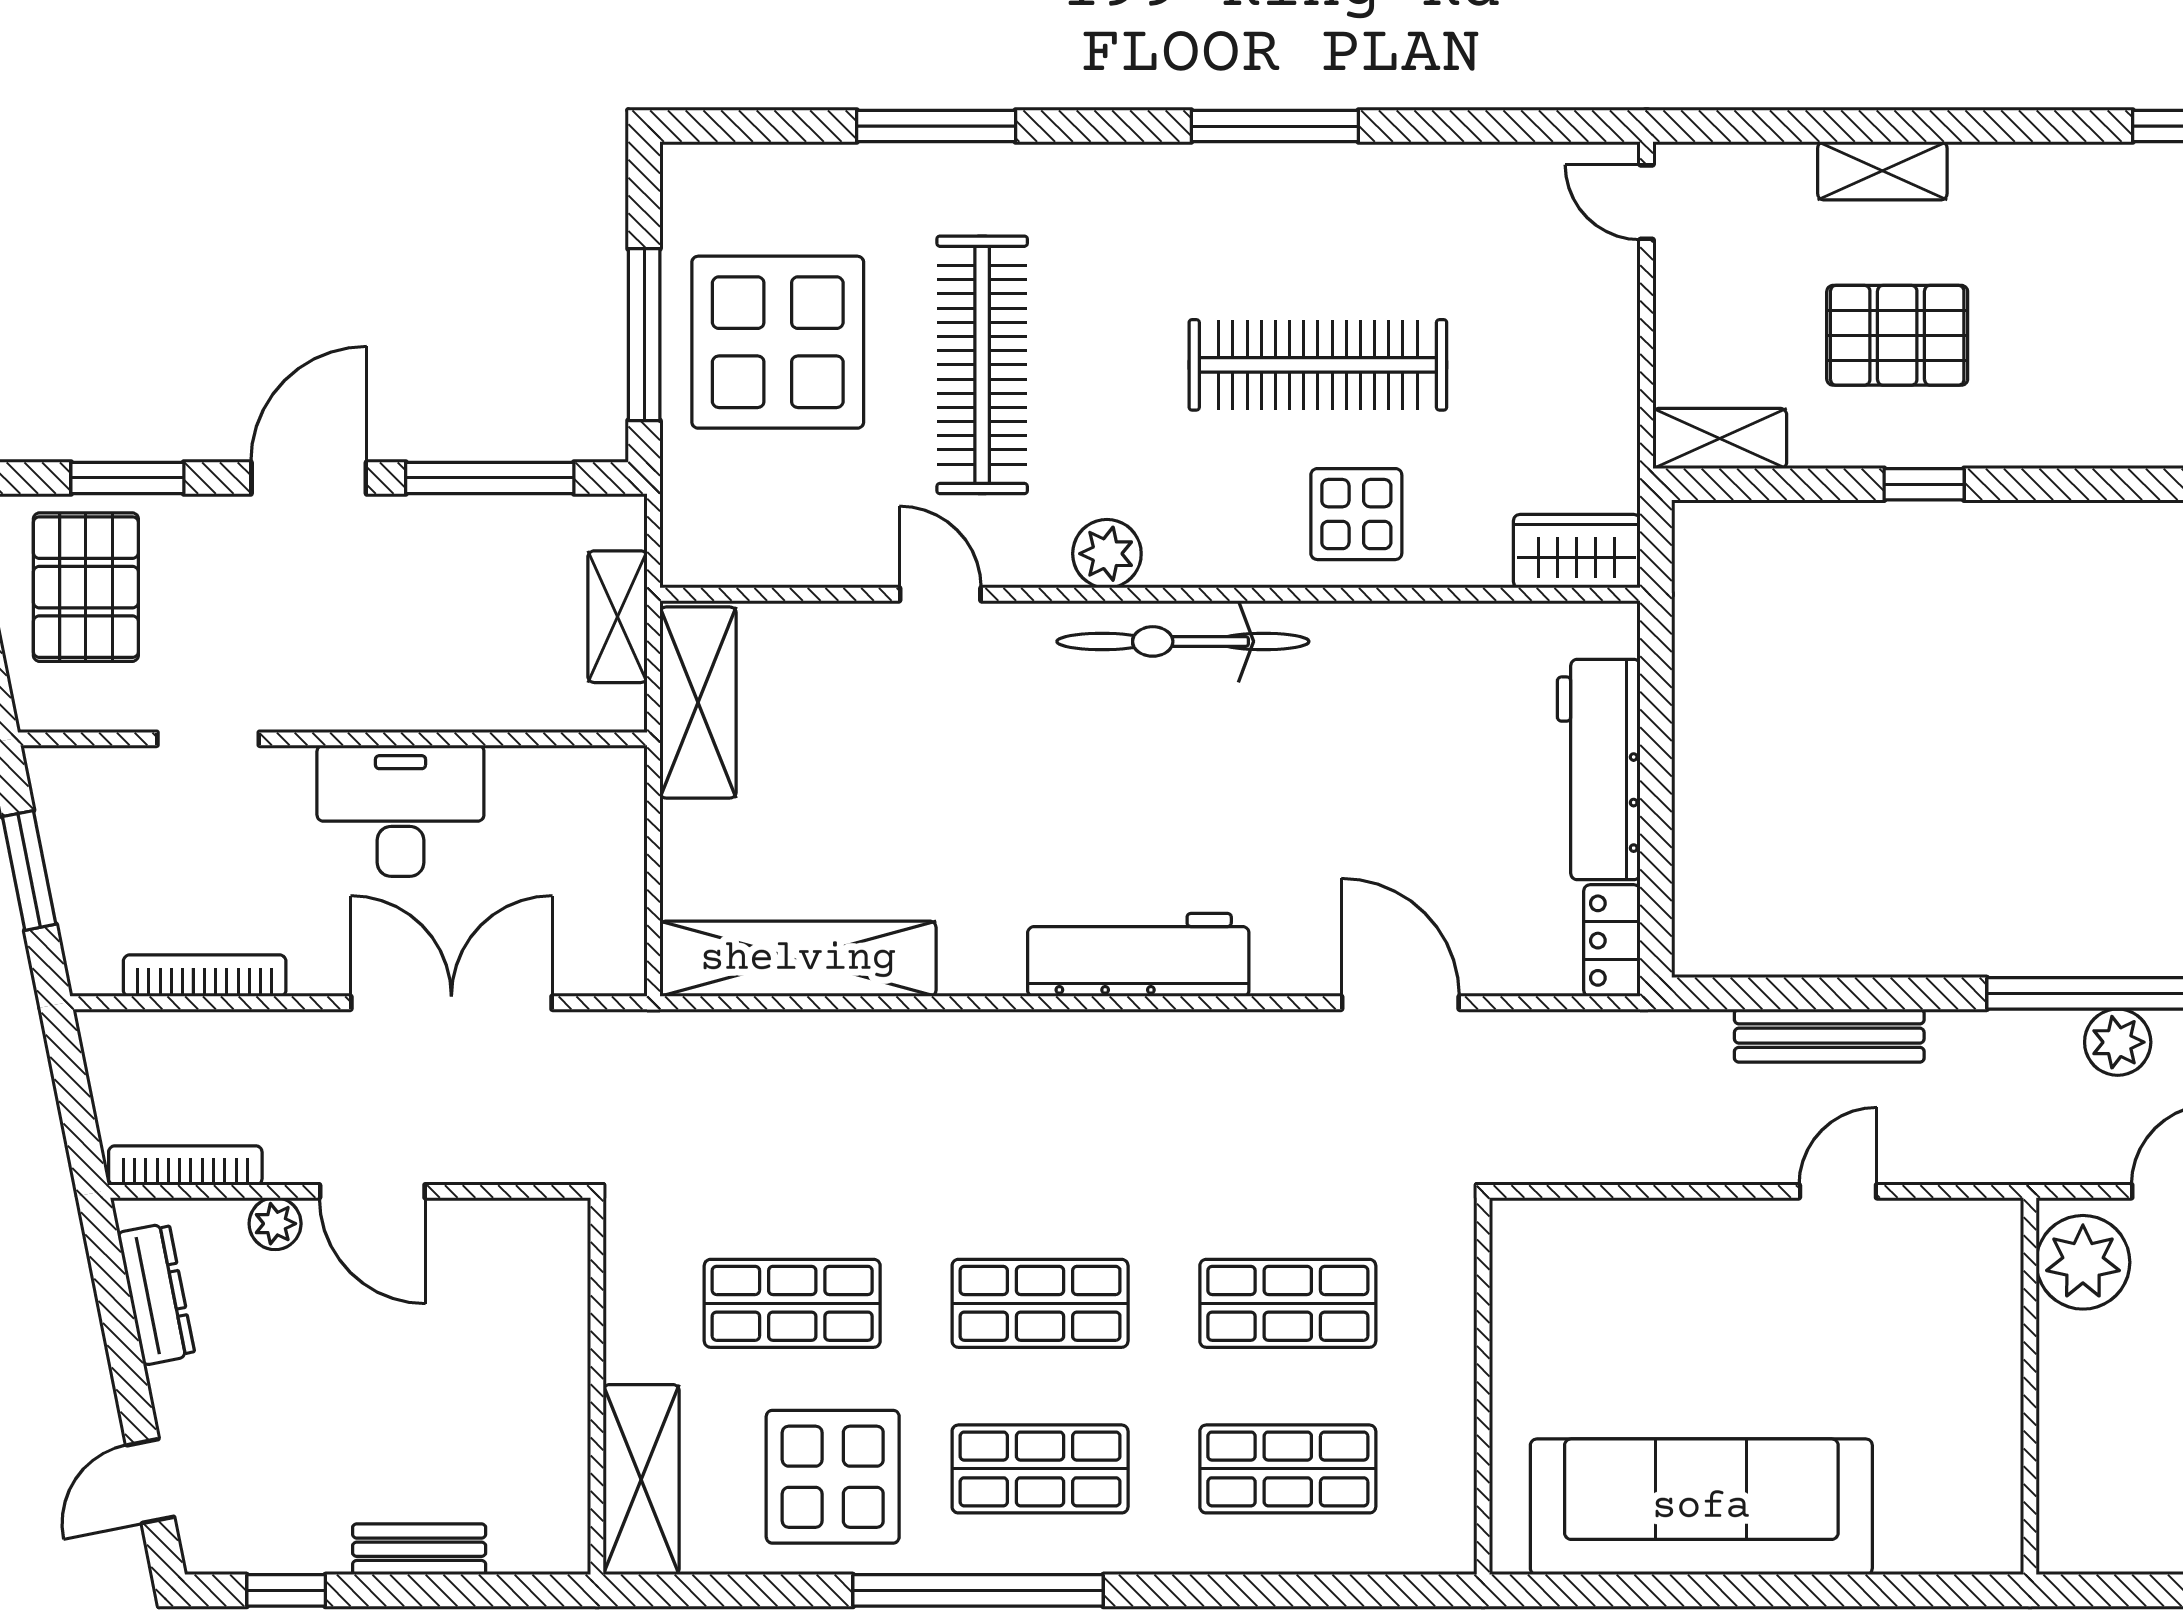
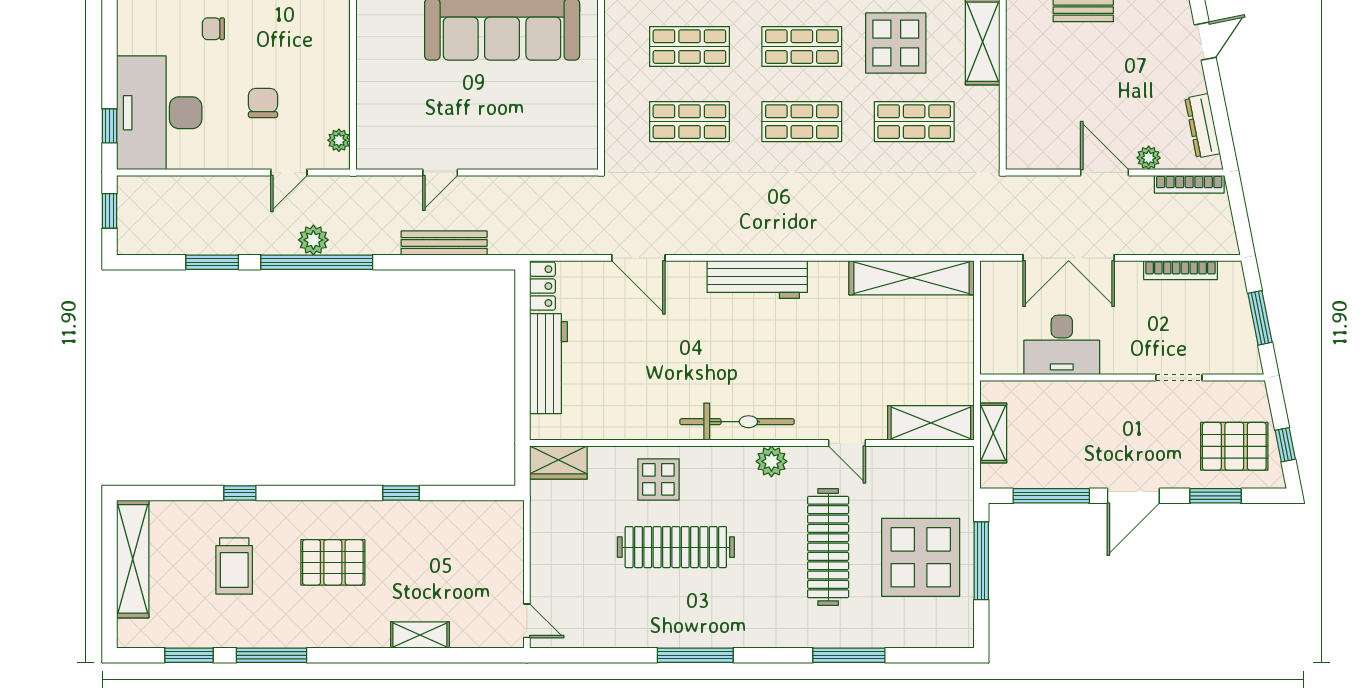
pallet: (1897, 335) -> (333, 562), moved
shelving: (1720, 438) -> (494, 514), removed
pallet: (86, 587) -> (1234, 446), turned 90
shelving: (698, 703) -> (931, 423), moved, turned 90
desk: (400, 811) -> (1062, 345), moved
plant: (2083, 1262) -> (339, 140), width x0.53, depth x0.53

